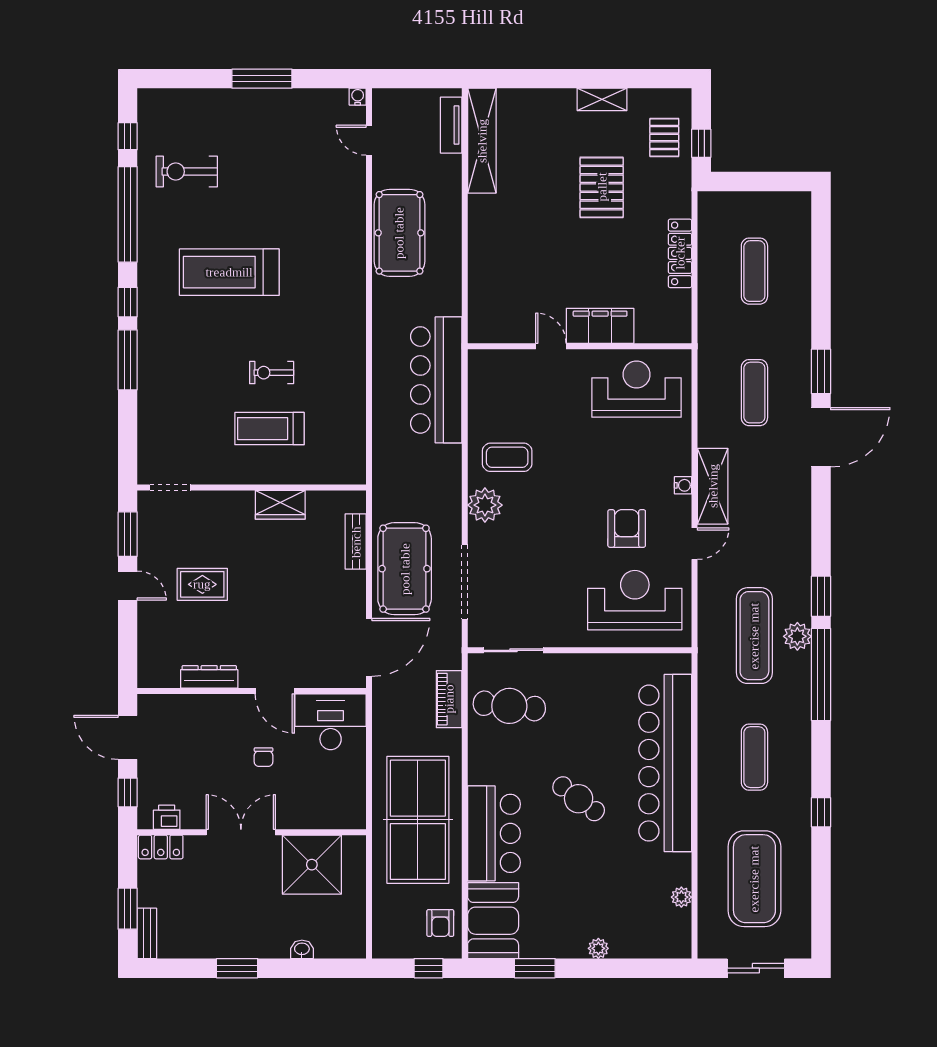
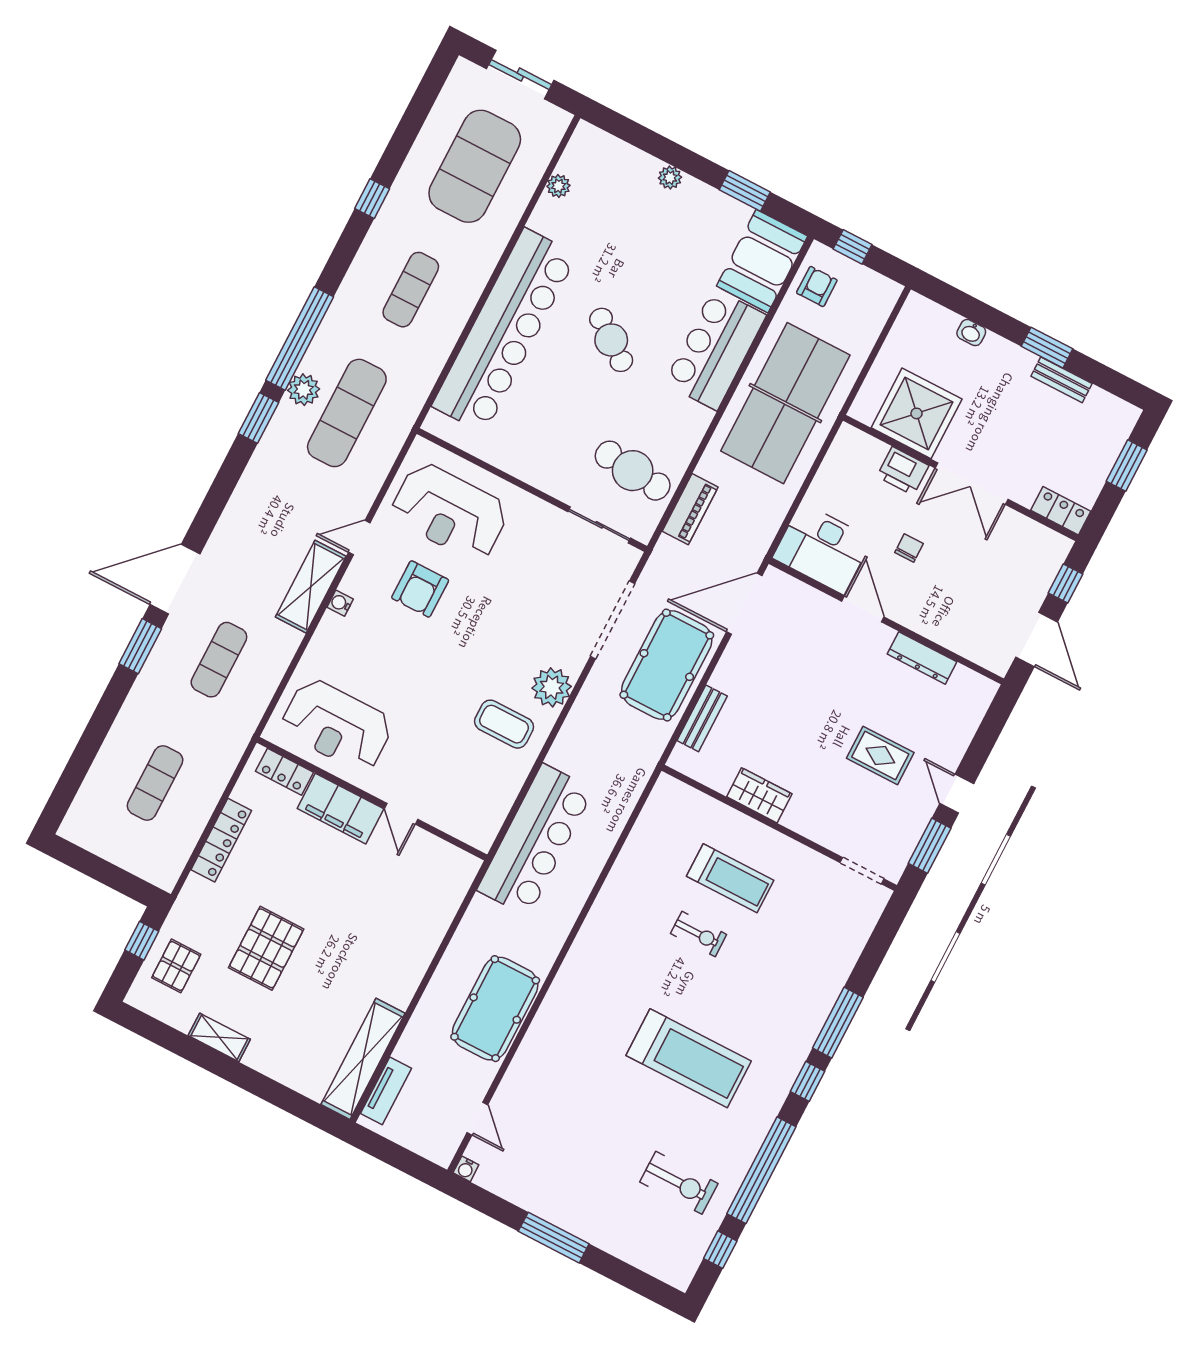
locker: (658, 332) -> (285, 772), added
printer: (167, 817) -> (903, 471), moved, width x1.36, depth x1.24
bench: (147, 933) -> (1061, 380), moved, turned 90

